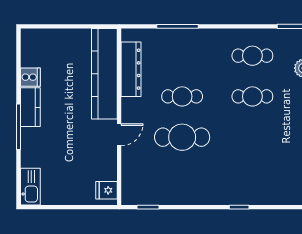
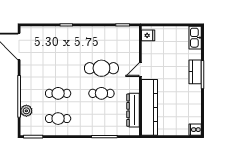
cooker: (30, 77) -> (195, 130), moved
kitchen counter: (30, 107) -> (195, 72), moved

